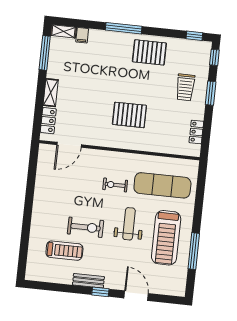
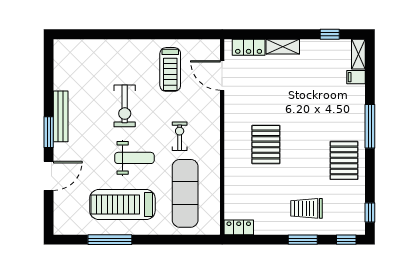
window: (45, 53) -> (330, 34), width x0.46
locker: (196, 132) -> (239, 227), moved
treadmill: (64, 251) -> (170, 69), moved
bench: (88, 281) -> (61, 116), width x1.36
window: (100, 292) -> (49, 132), width x1.50

